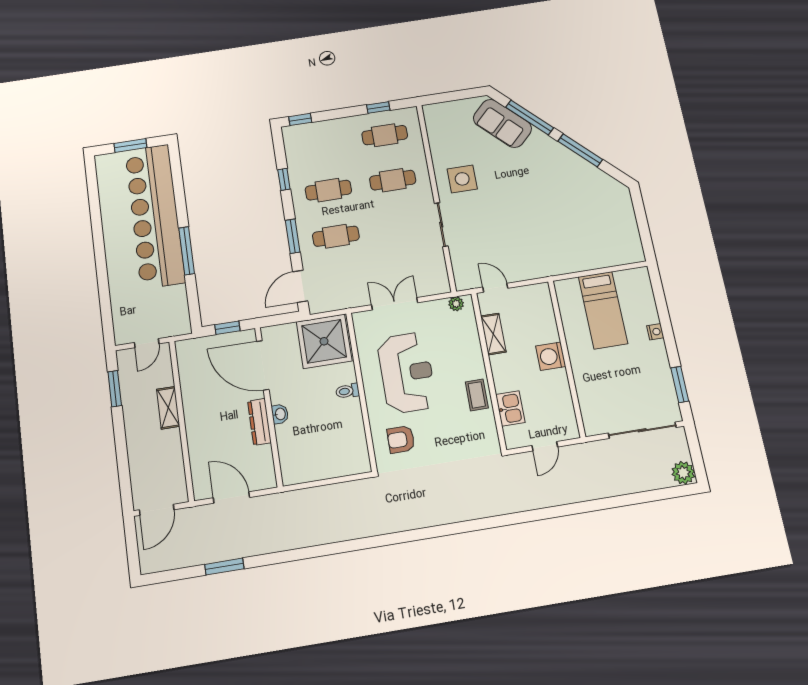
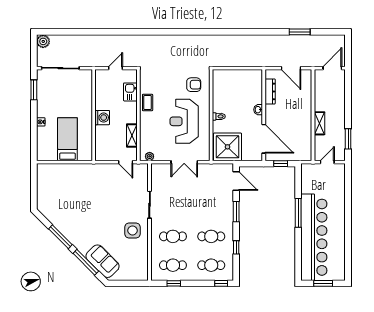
cafe table: (336, 236) -> (211, 265), moved
door: (300, 286) -> (236, 181), hinge flipped
dresser: (259, 422) -> (270, 91), moved

